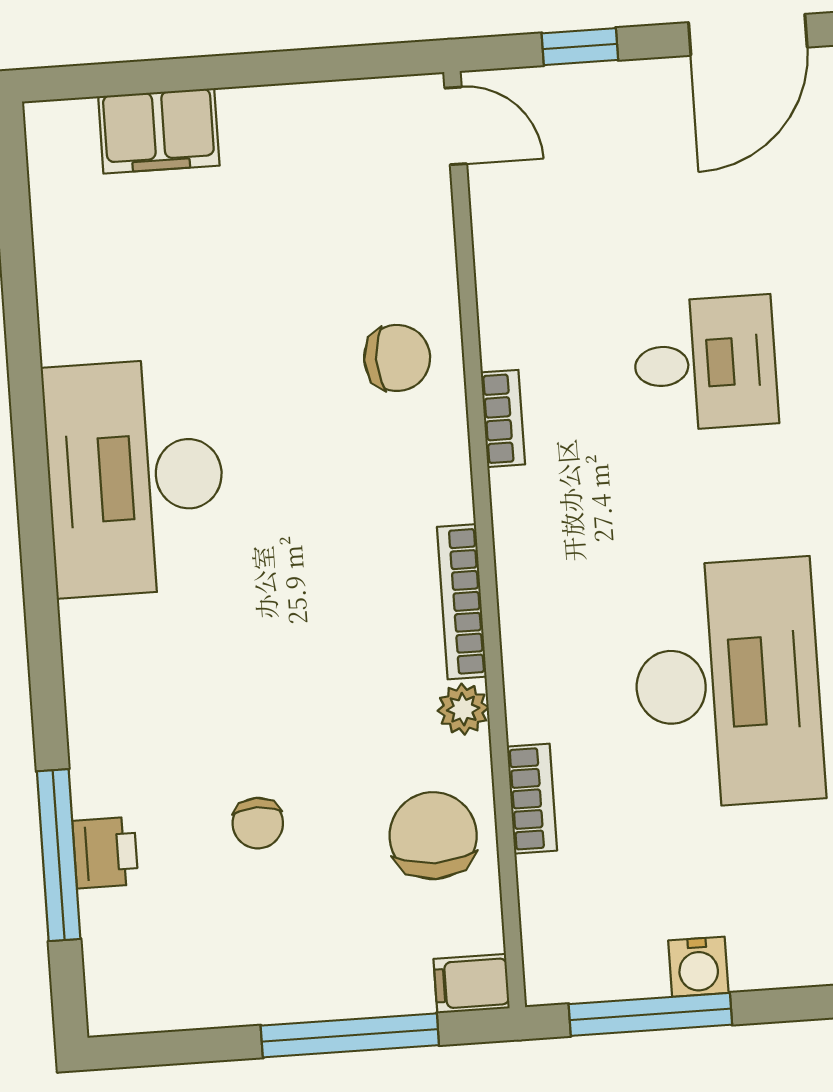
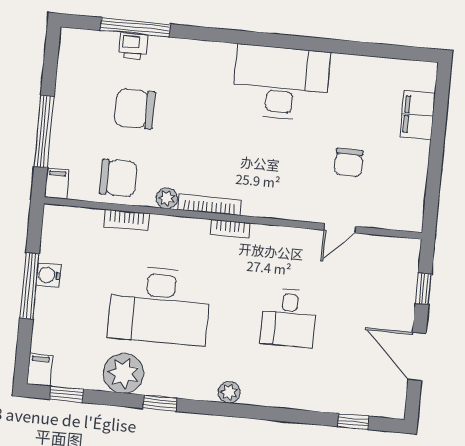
door: (456, 126) -> (340, 228), moved
chair: (397, 358) -> (349, 162), moved
bookcase: (503, 418) -> (230, 229), moved
chair: (258, 823) -> (135, 109), width x1.87, depth x1.87
window: (650, 1014) -> (29, 286), moved

